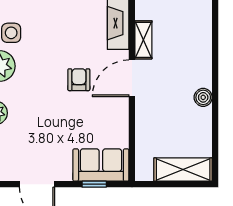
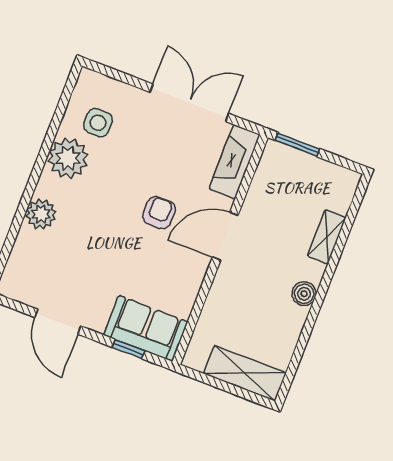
shelving: (143, 40) -> (327, 237), moved

